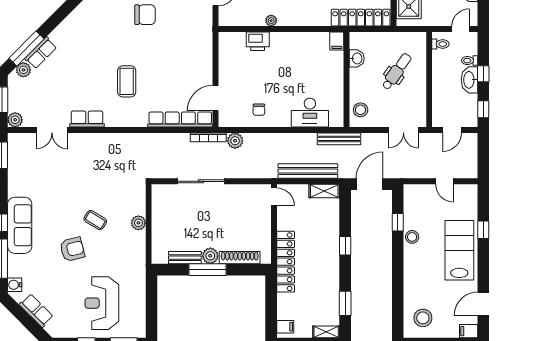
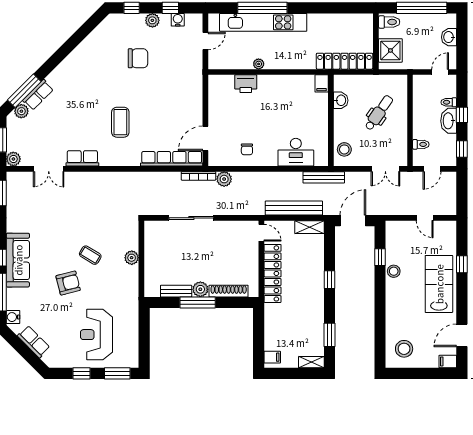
toilet: (440, 44) -> (421, 144), moved
locker: (286, 262) -> (273, 273), moved

